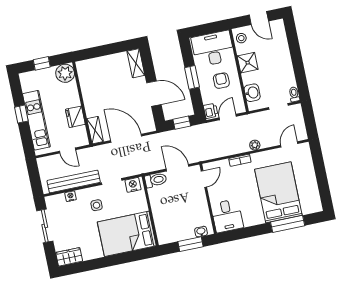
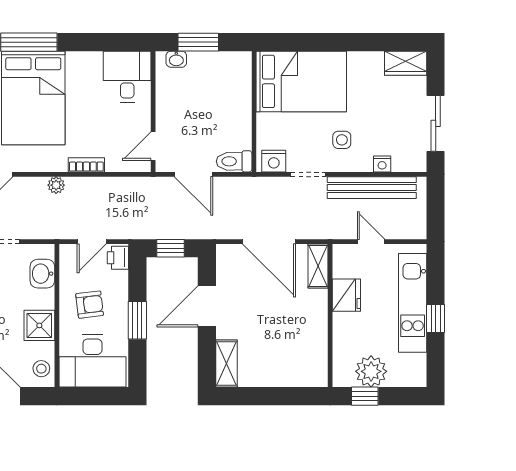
window: (42, 63) -> (365, 396), moved
plant: (65, 73) -> (371, 371), moved
armchair: (221, 81) -> (90, 305), turned -97
door: (154, 94) -> (207, 306), hinge flipped

